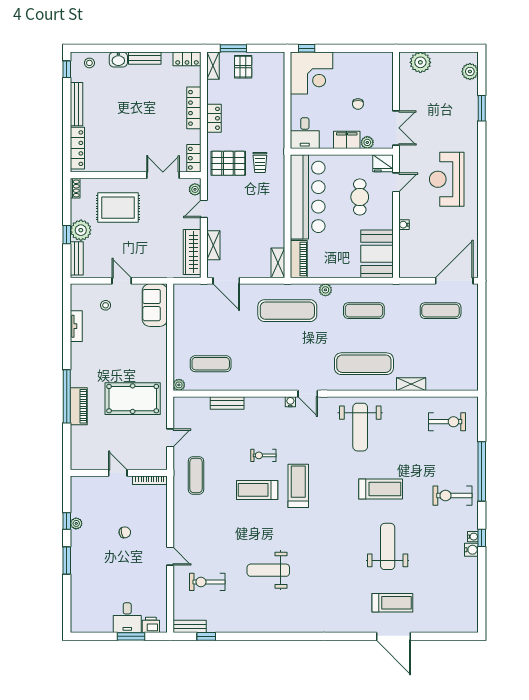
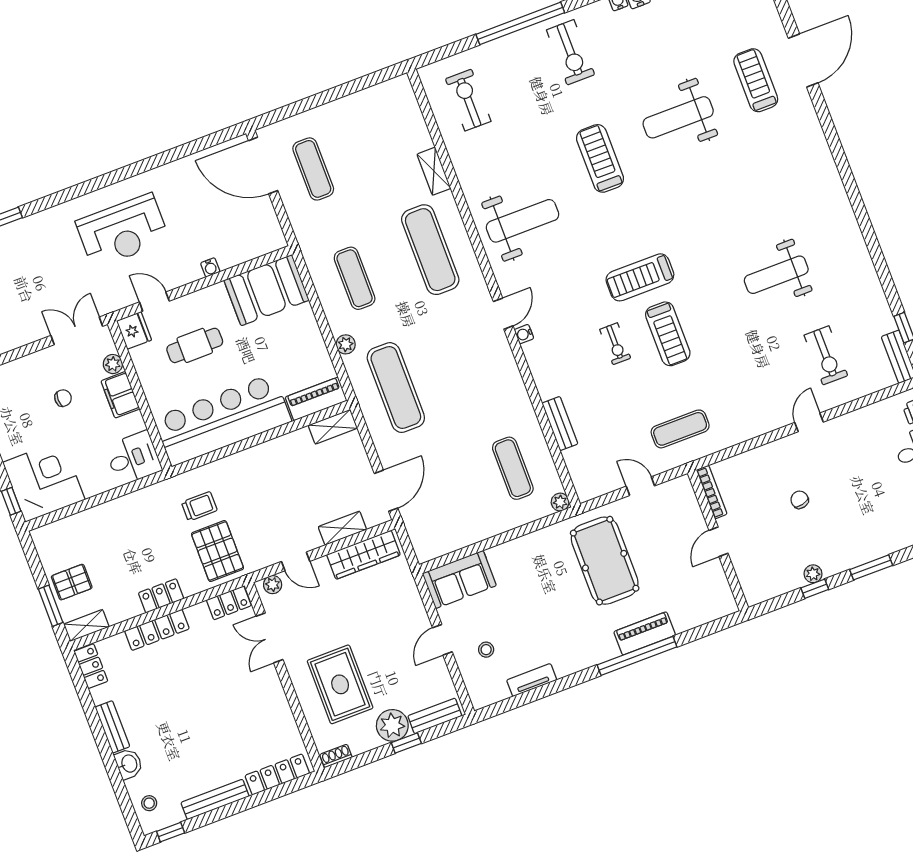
weight bench: (268, 570) -> (776, 275), turned 90

